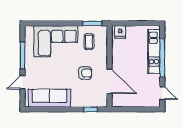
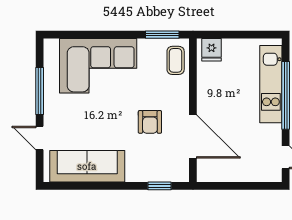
coffee table: (89, 42) -> (176, 60), moved
armchair: (85, 73) -> (150, 122), turned 90
door: (23, 82) -> (40, 138), hinge flipped

